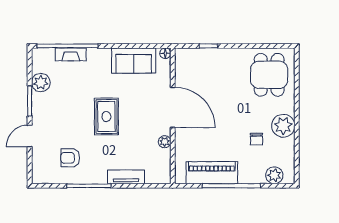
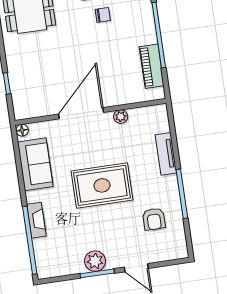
fireplace: (71, 54) -> (36, 220), moved
plant: (41, 83) -> (95, 261), moved
rug: (106, 117) -> (102, 185), width x1.36, depth x1.43
piano: (212, 173) -> (152, 66), width x0.73, depth x0.75

